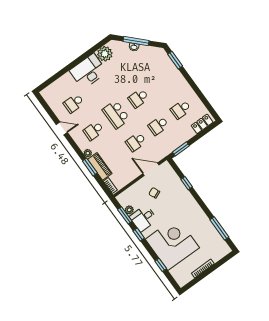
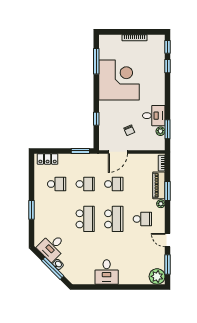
plant: (105, 54) -> (157, 276), moved
desk: (149, 57) -> (52, 247), added
window: (175, 60) -> (31, 210), moved
desk: (88, 71) -> (107, 272), width x0.73
school desk: (138, 98) -> (85, 219), width x1.85
school desk: (74, 103) -> (142, 254), removed
window: (48, 109) -> (168, 265), added
door: (151, 169) -> (118, 152), hinge flipped
window: (139, 234) -> (168, 47), moved
corner desk: (172, 243) -> (119, 80), moved, turned 180

